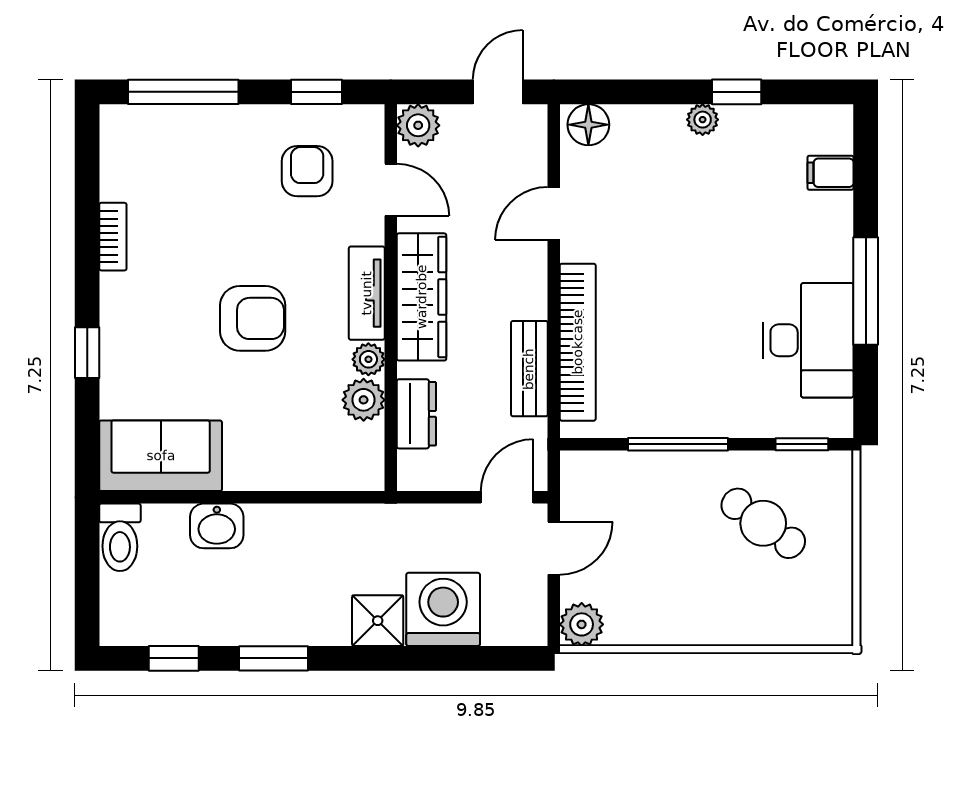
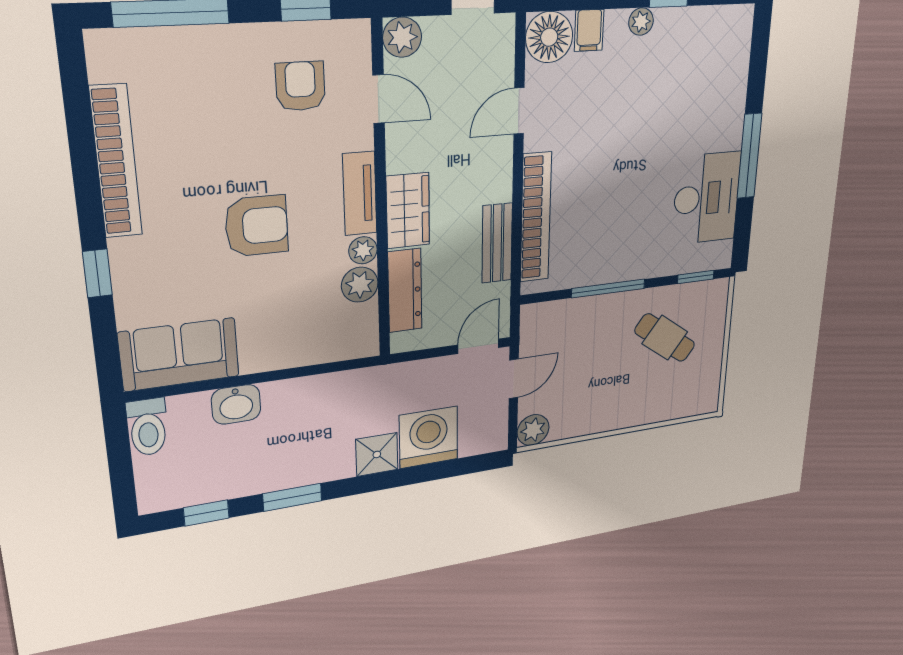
floor lamp: (588, 125) -> (549, 37), width x1.38, depth x1.38
filing cabinet: (830, 173) -> (589, 30), moved, turned -90
bookcase: (113, 237) -> (116, 162), width x2.31, depth x1.31
wardrobe: (422, 297) -> (408, 211), width x0.67
dresser: (416, 414) -> (405, 291), width x1.44

